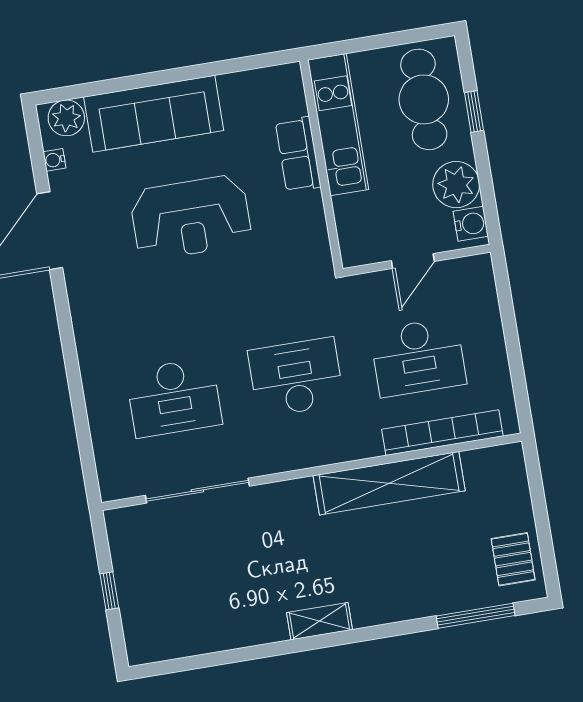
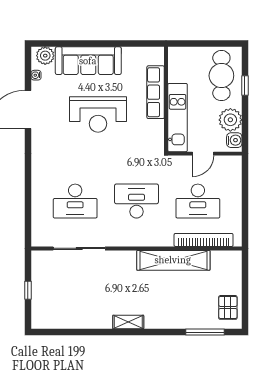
kitchen unit: (338, 125) -> (178, 118), moved
row of seats: (298, 154) -> (156, 92), width x1.48

